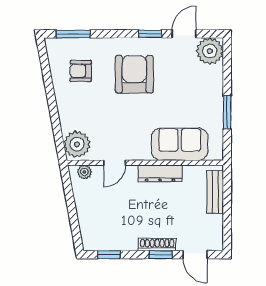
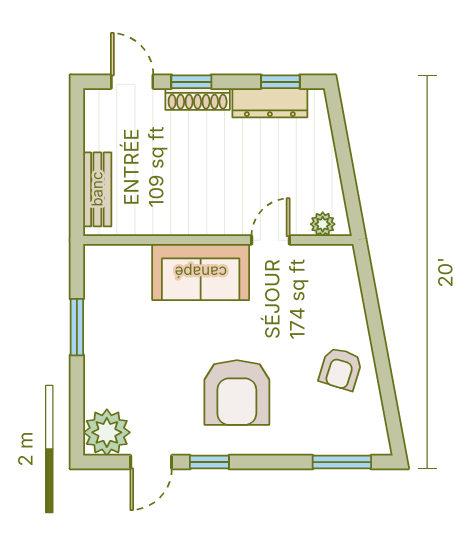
armchair: (81, 71) -> (341, 369), moved, turned 107
plant: (77, 144) -> (335, 272), removed
sofa: (180, 144) -> (201, 272), moved
dresser: (160, 173) -> (270, 103), moved, turned 180

